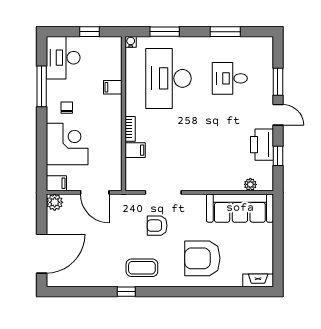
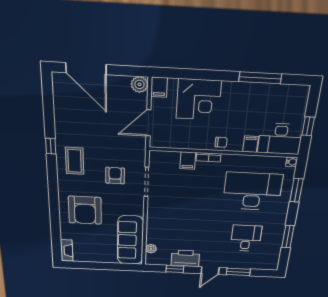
desk: (63, 58) -> (280, 139), moved, turned 180
chair: (67, 108) -> (221, 142), moved
armchair: (202, 258) -> (85, 210), turned 180

